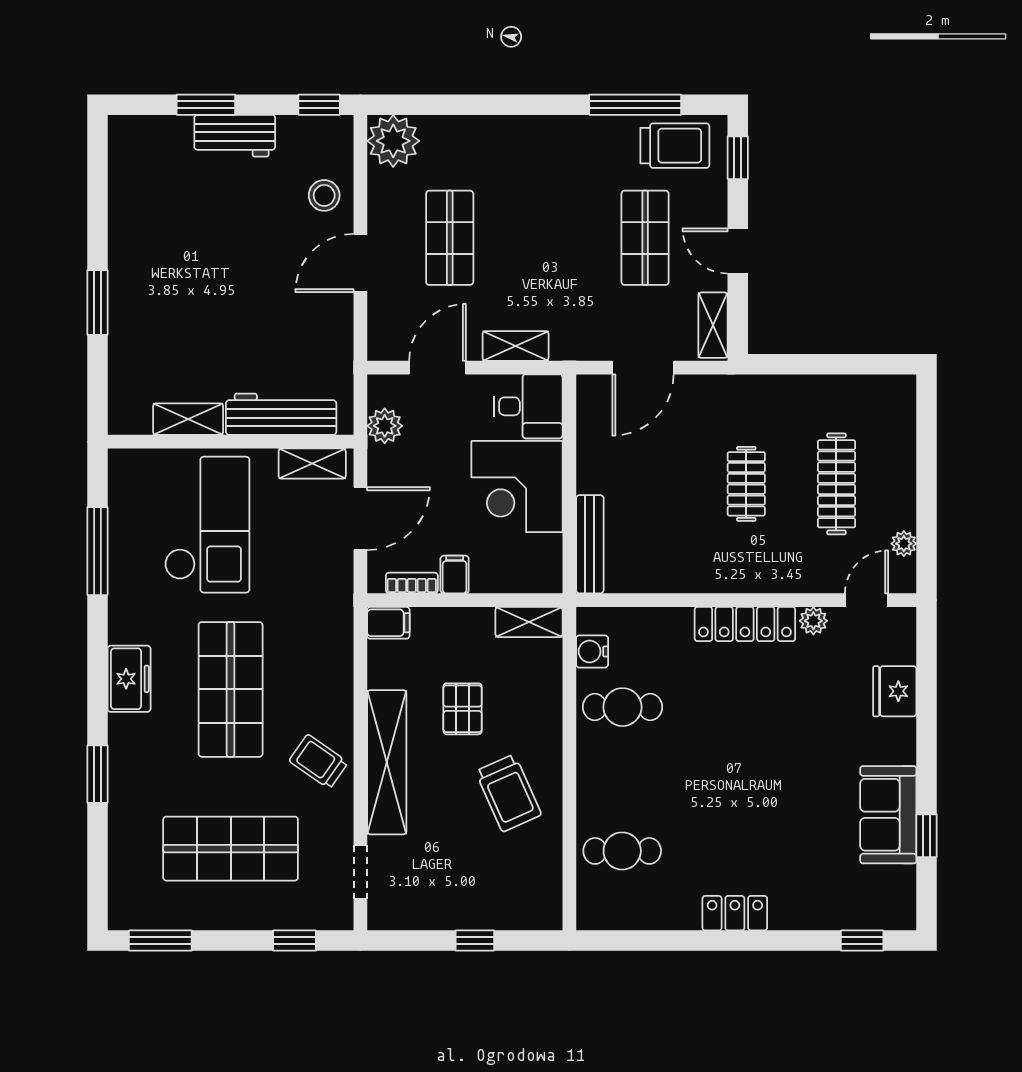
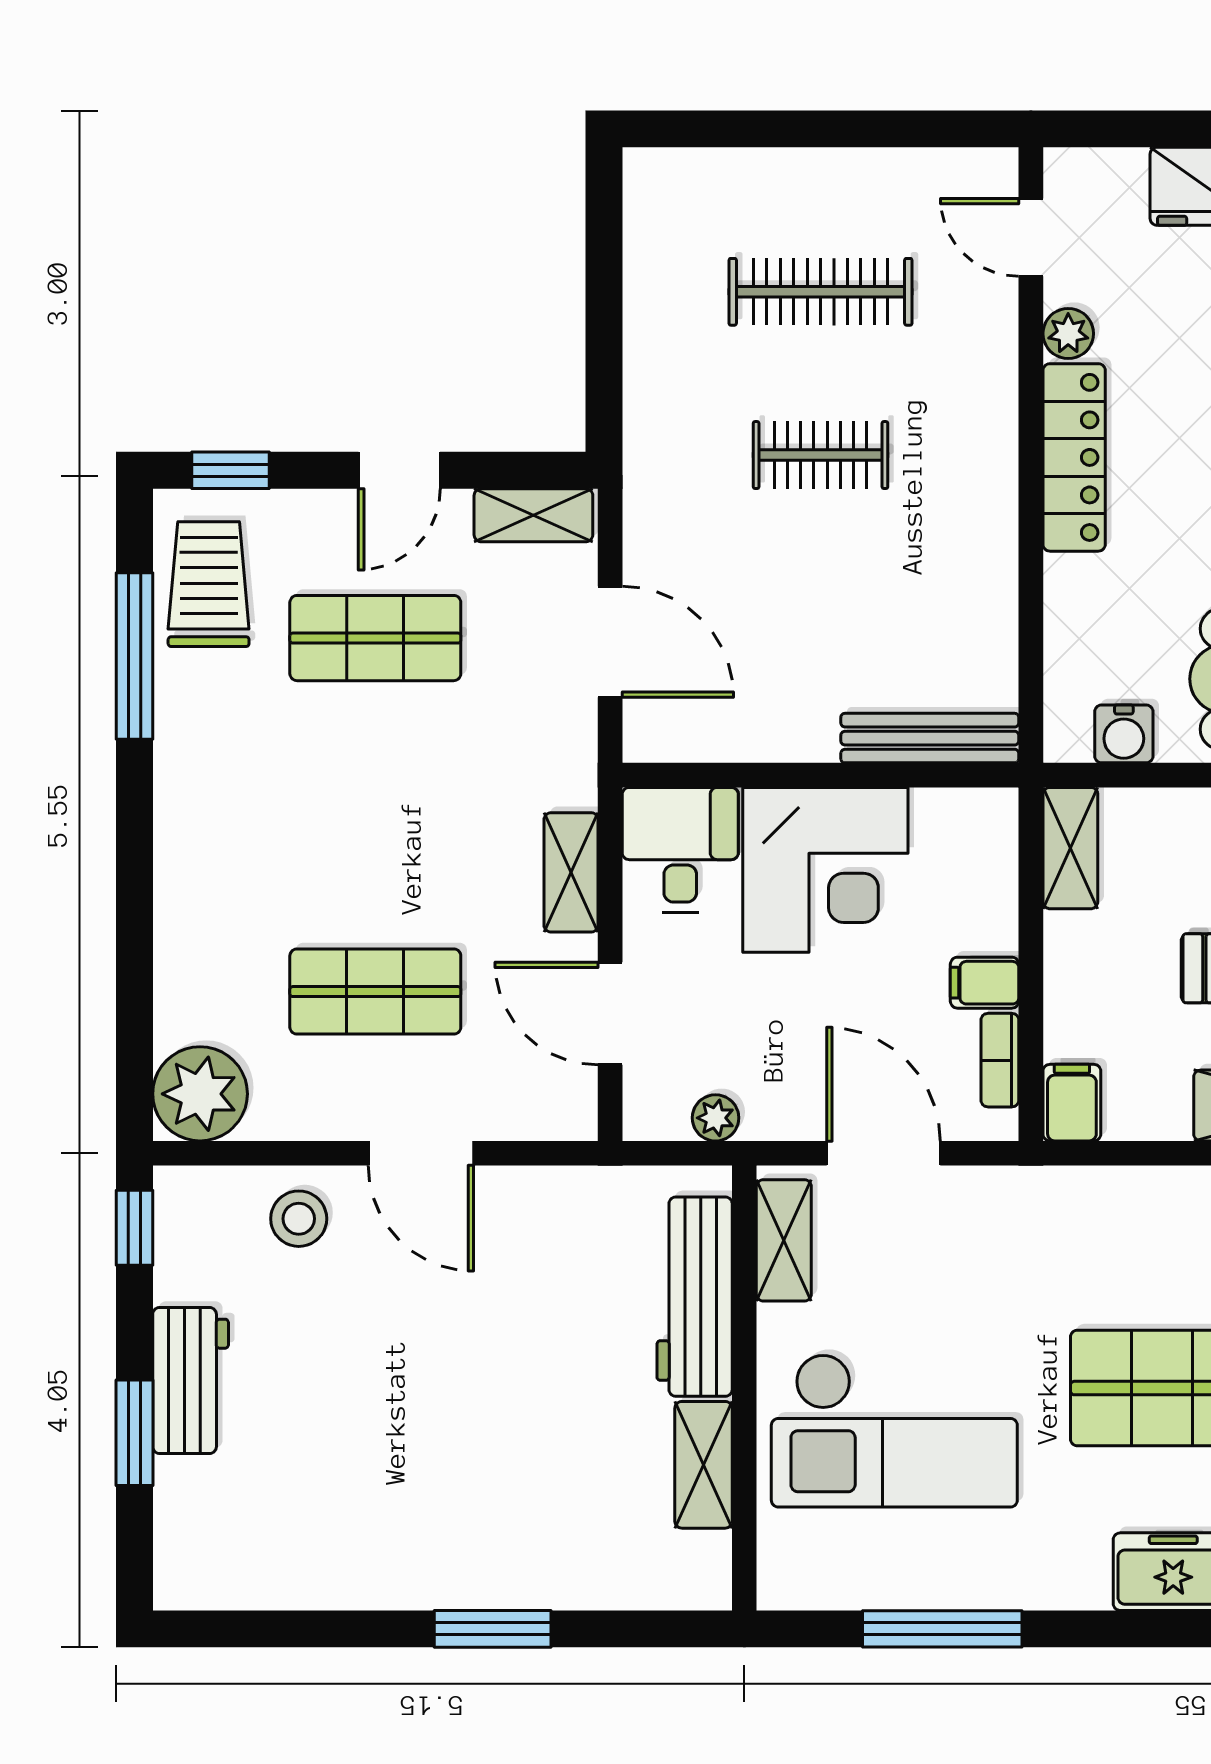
plant: (385, 426) -> (716, 1118), width x0.73, depth x0.73
checkout: (207, 525) -> (894, 1431), turned 180
plant: (904, 544) -> (929, 170), removed

